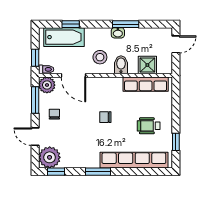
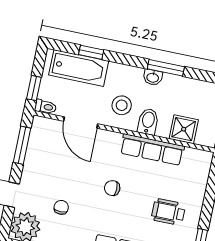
row of seats: (146, 84) -> (152, 150), moved
plant: (47, 85) -> (42, 128), removed
chair: (54, 114) -> (61, 207), moved

